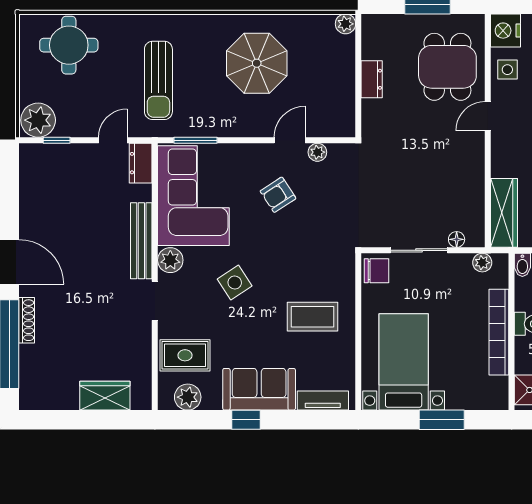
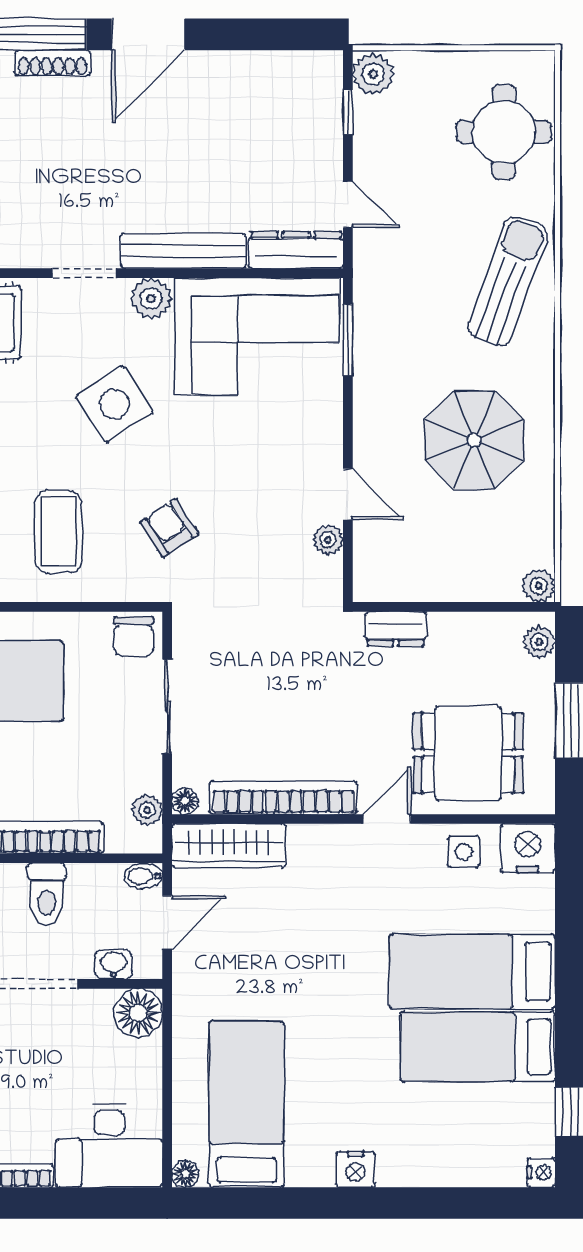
plant: (380, 24) -> (539, 642), added
dresser: (372, 79) -> (396, 629), moved
sun lounger: (158, 80) -> (508, 281), moved, turned 110
door: (488, 116) -> (387, 819), hinge flipped
plant: (38, 120) -> (373, 74), width x0.73, depth x0.73
dresser: (141, 163) -> (296, 250), width x1.44
bookcase: (475, 180) -> (283, 798), added
armchair: (278, 195) -> (169, 528), moved
floor lamp: (457, 239) -> (185, 801), moved
side table: (235, 283) -> (114, 404), width x1.37, depth x1.37

